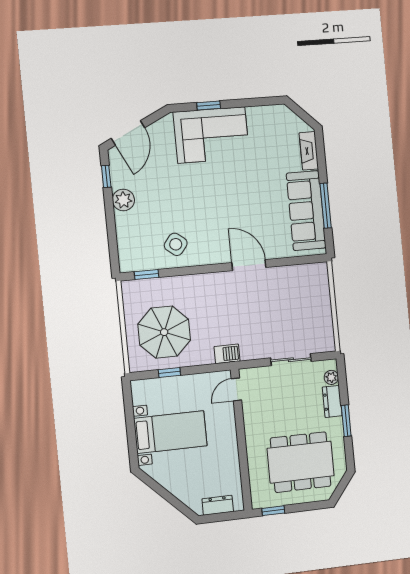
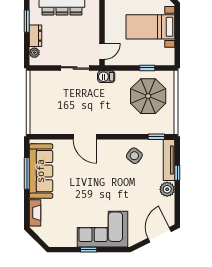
window: (209, 106) -> (89, 250), moved
window: (106, 176) -> (177, 173), moved
tv unit: (125, 243) -> (169, 160), added
sliding door: (291, 360) -> (75, 68), moved

